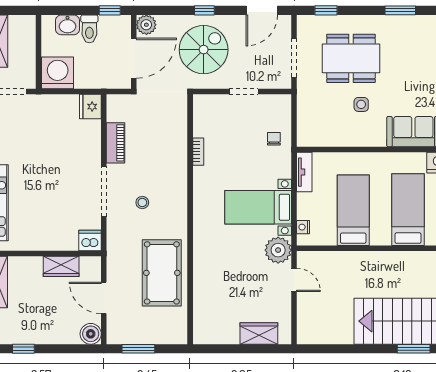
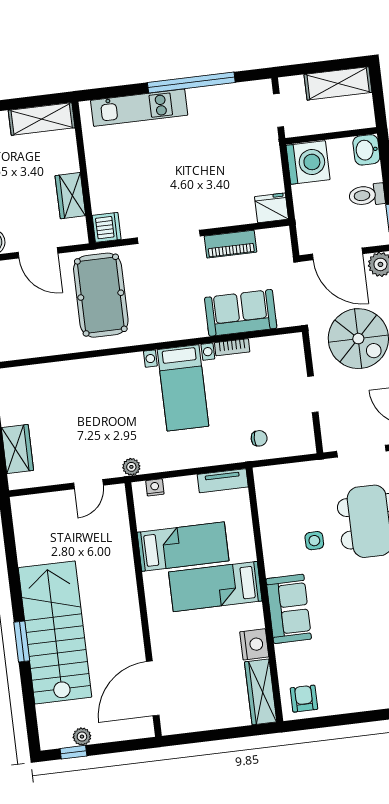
washbasin: (67, 25) -> (366, 150), moved
sofa: (172, 141) -> (241, 313), added
stool: (142, 202) -> (161, 286), removed
bed with nightstands: (258, 207) -> (183, 388), moved, turned 180
bed: (408, 210) -> (215, 586), moved, turned 180
plant: (278, 250) -> (131, 467), width x0.53, depth x0.53
pool table: (162, 273) -> (101, 295), moved, turned 90
door: (104, 298) -> (38, 253), swing flipped

